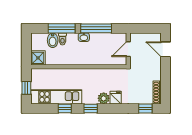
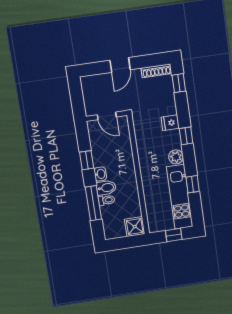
window: (96, 28) -> (87, 160), width x0.46
bidet: (53, 40) -> (106, 188), moved
door: (166, 49) -> (120, 65), moved
plant: (104, 98) -> (176, 157), moved
window: (91, 109) -> (186, 136), moved

